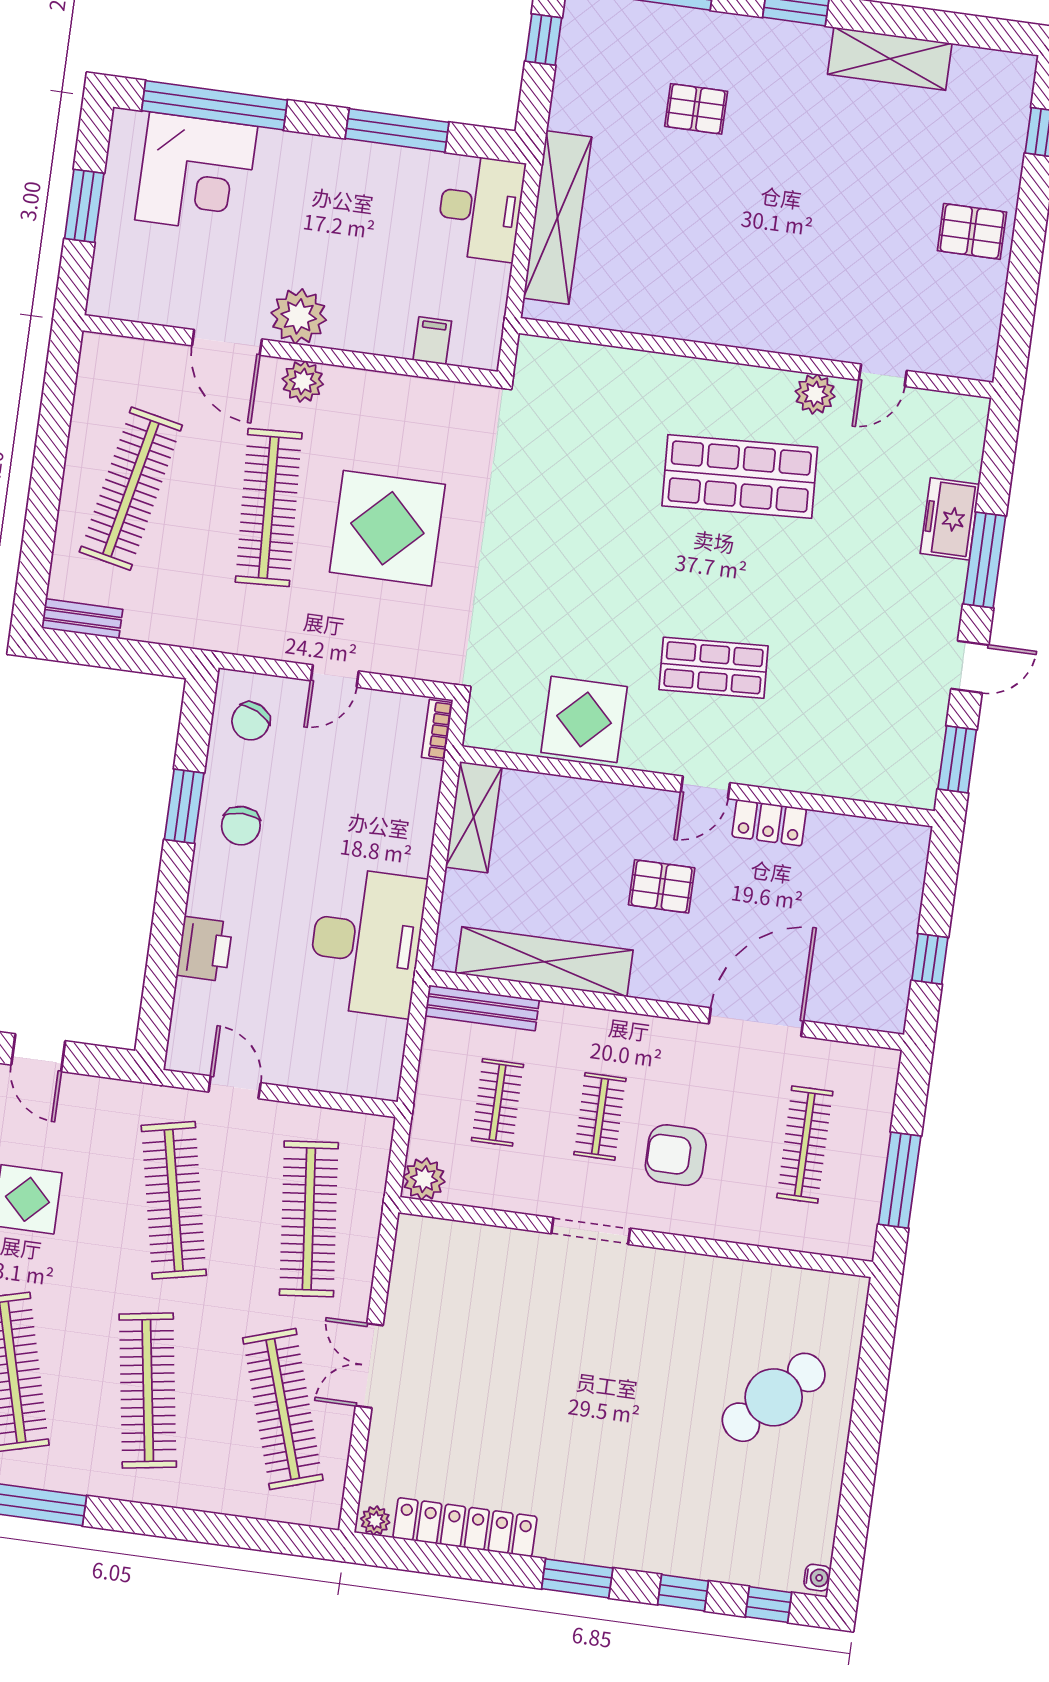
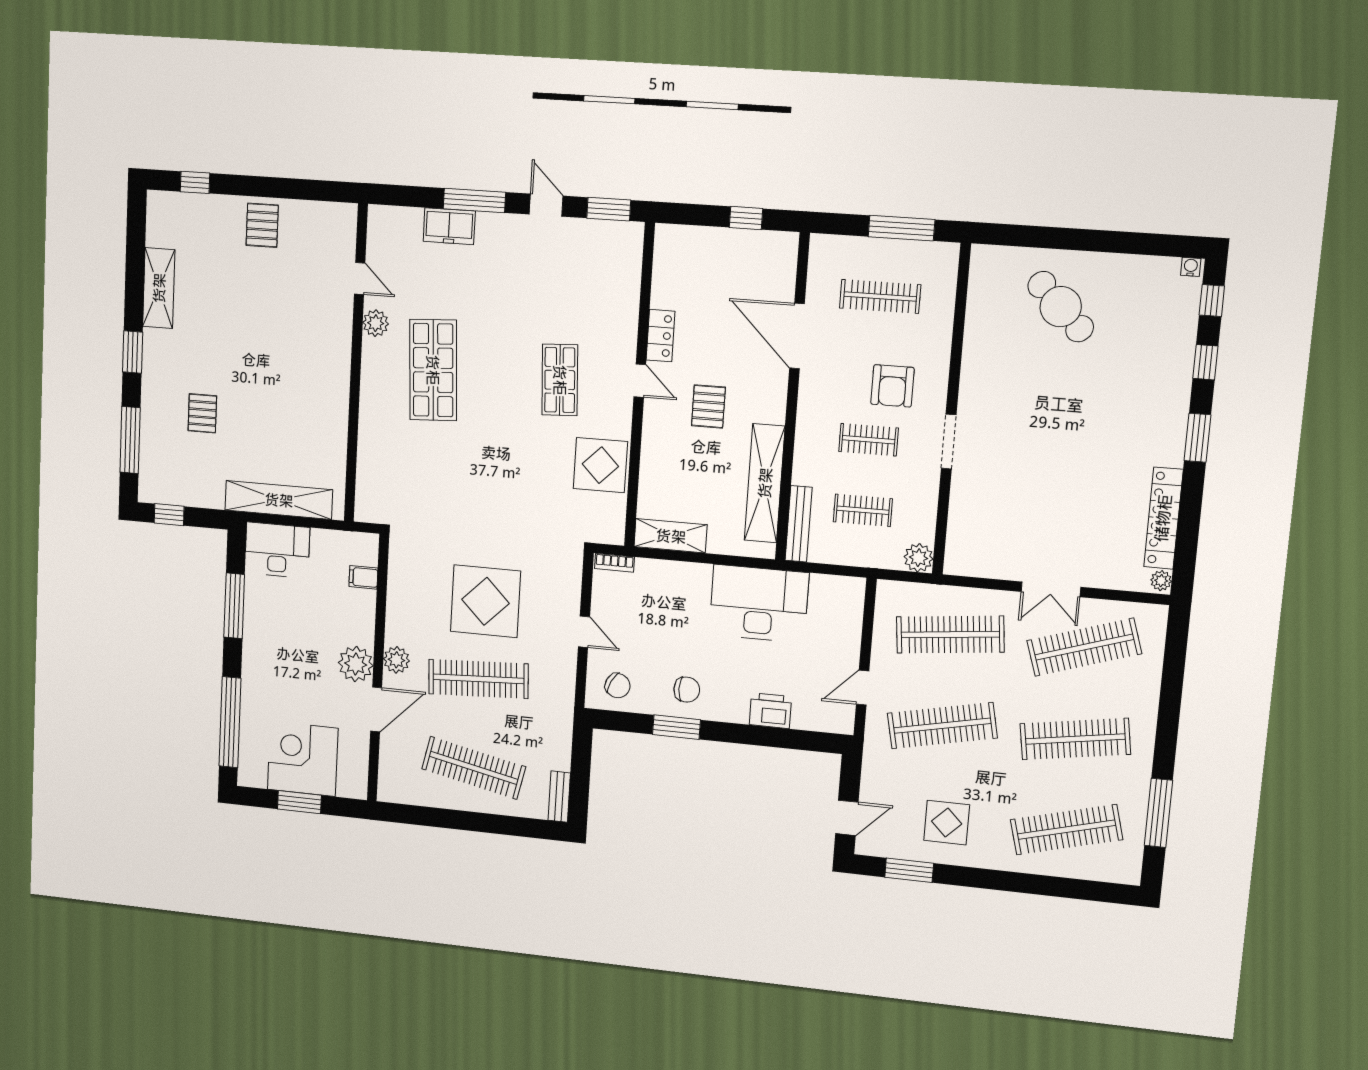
corner desk: (196, 173) -> (303, 759), moved, turned -90

